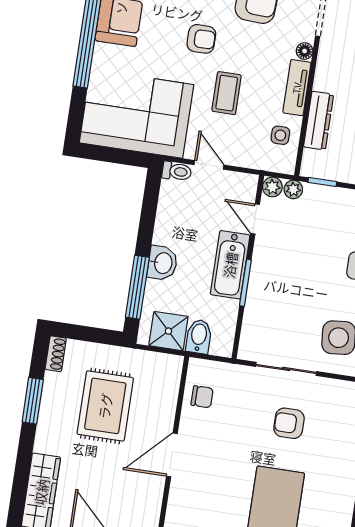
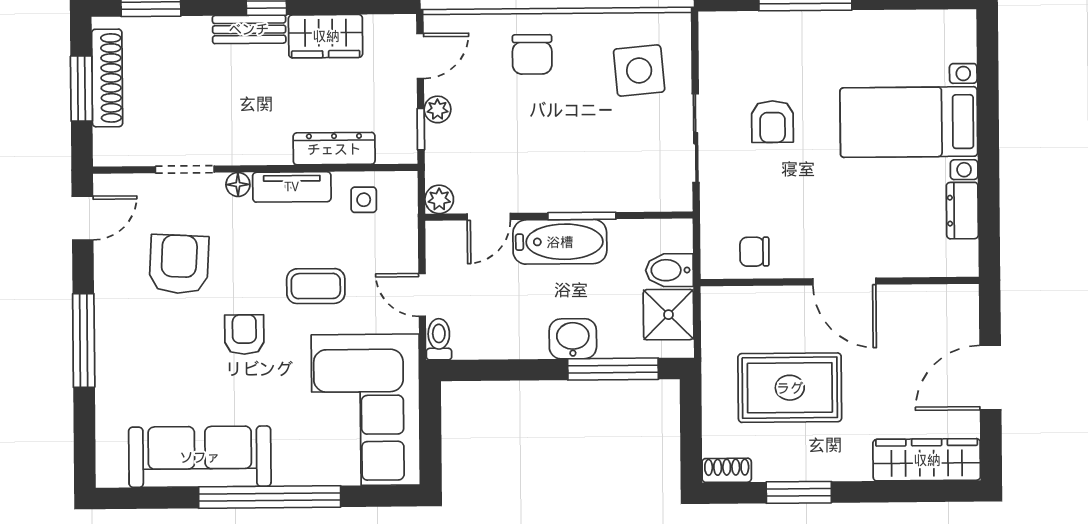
door: (209, 165) -> (422, 295), hinge flipped
plant: (293, 189) -> (438, 109), moved
chair: (202, 397) -> (754, 252), turned -90

